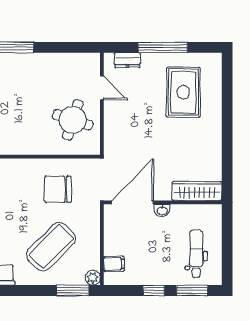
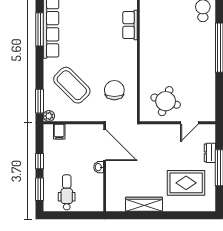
dresser: (127, 60) -> (210, 153), moved
wardrobe: (197, 191) -> (144, 204), moved, turned -90
dental chair: (196, 254) -> (67, 192), turned -90

